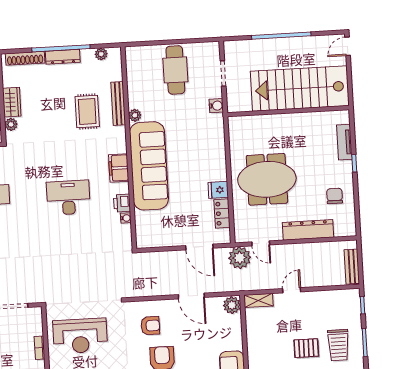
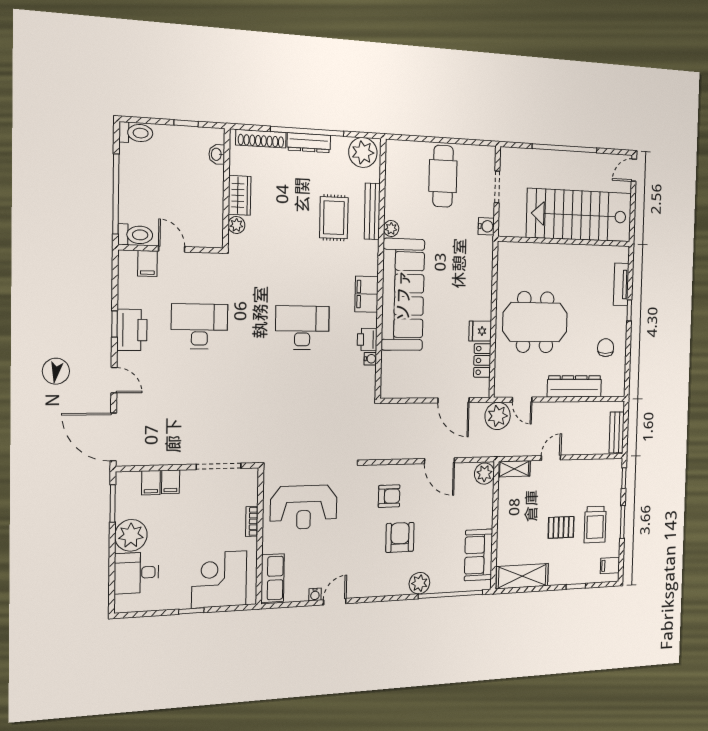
plant: (101, 54) -> (363, 152), width x1.88, depth x1.88

